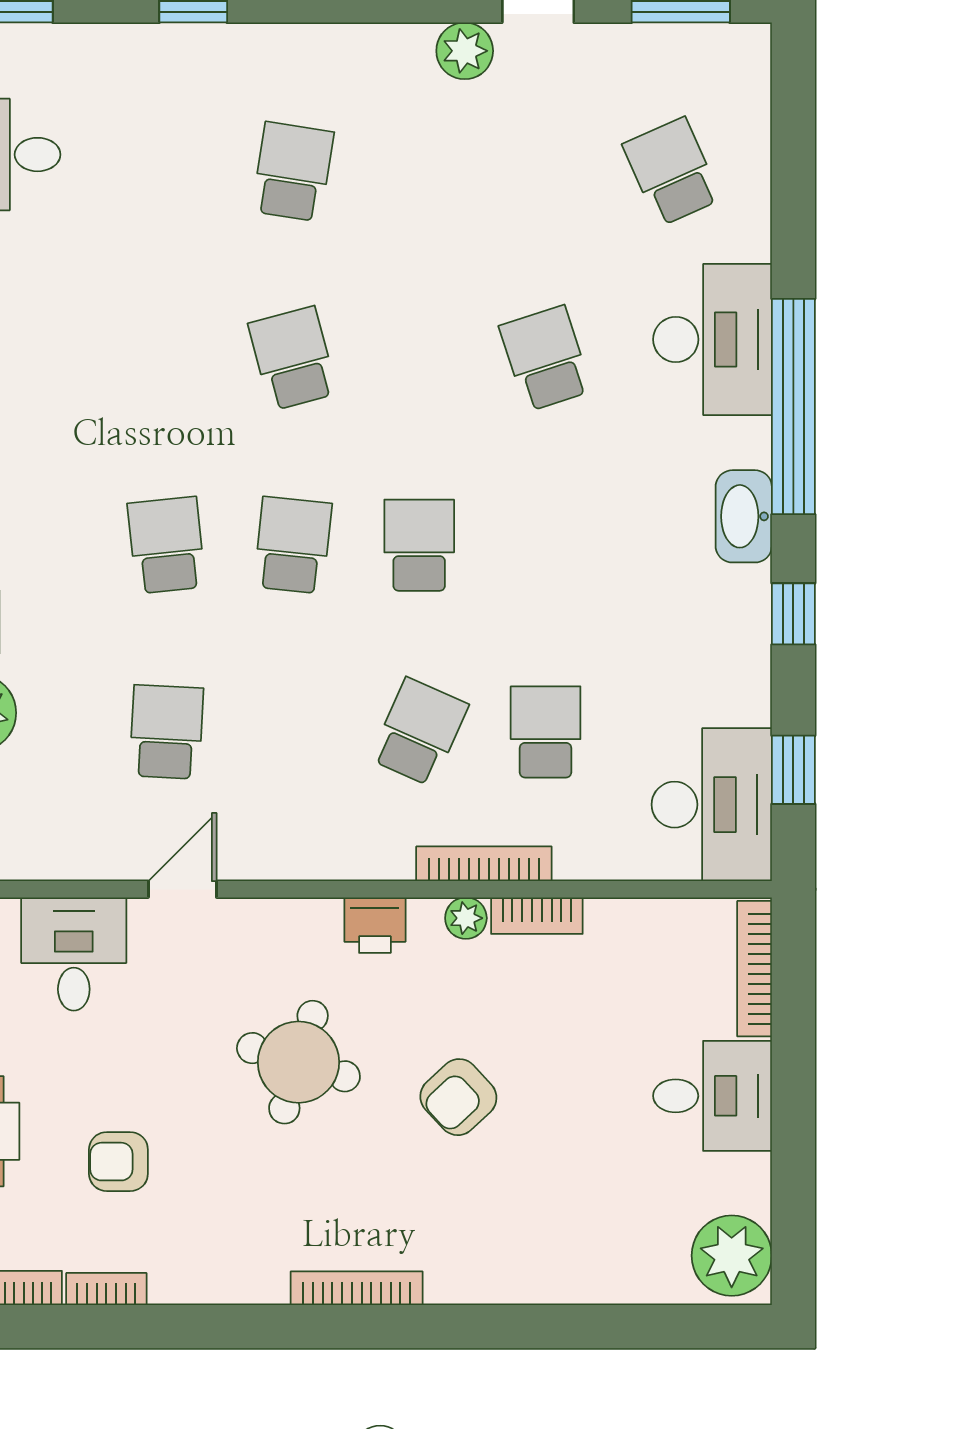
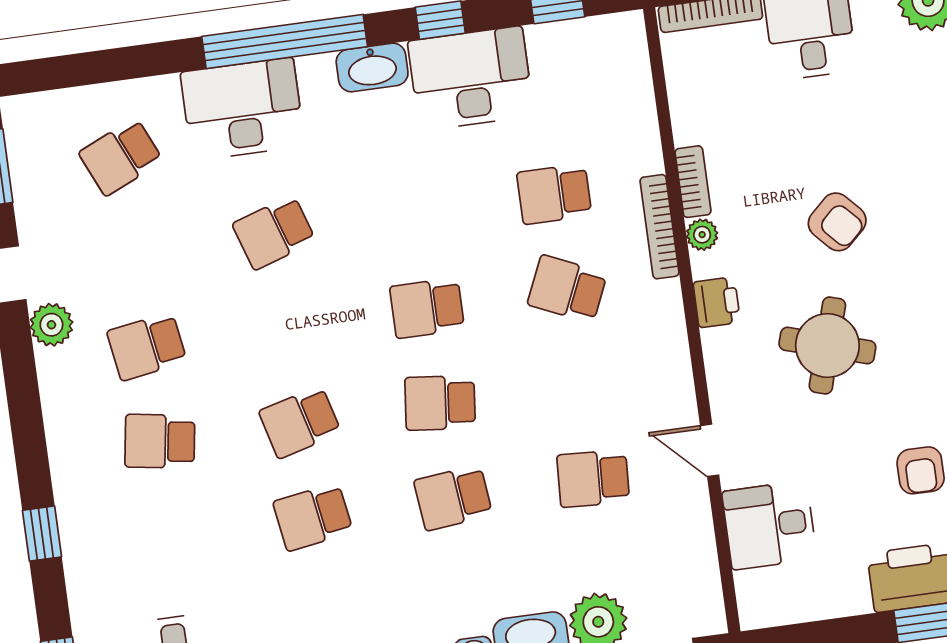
school desk: (419, 172) -> (147, 346), added
school desk: (166, 358) -> (313, 517), added
desk: (712, 805) -> (471, 78), moved

